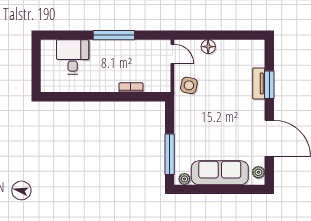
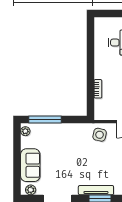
tv unit: (259, 84) -> (96, 190), width x1.41
sofa: (220, 173) -> (30, 165), width x0.73

